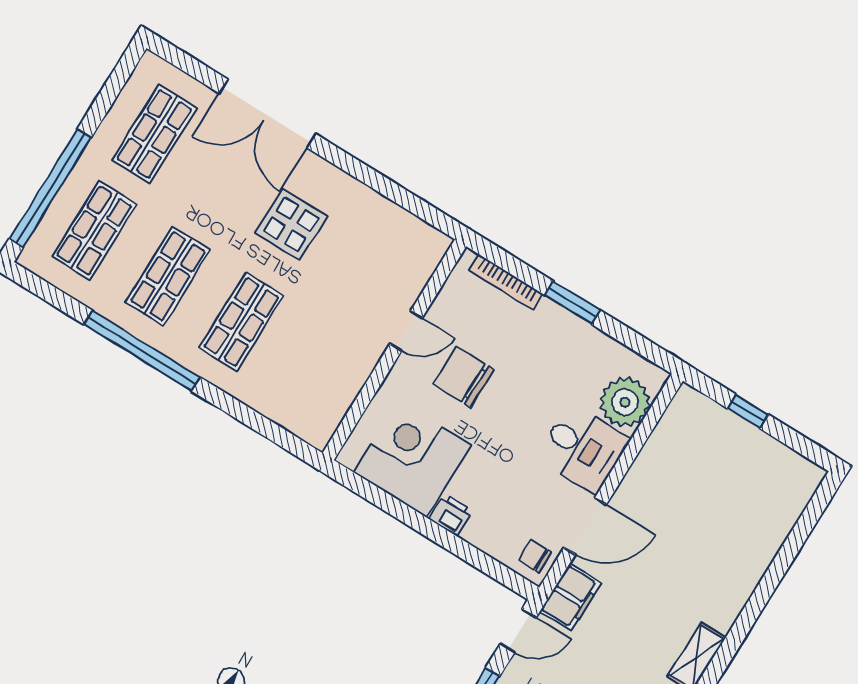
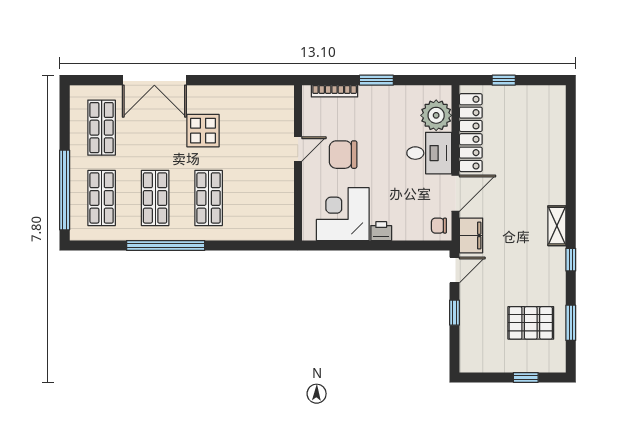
locker: (658, 456) -> (471, 133), added

